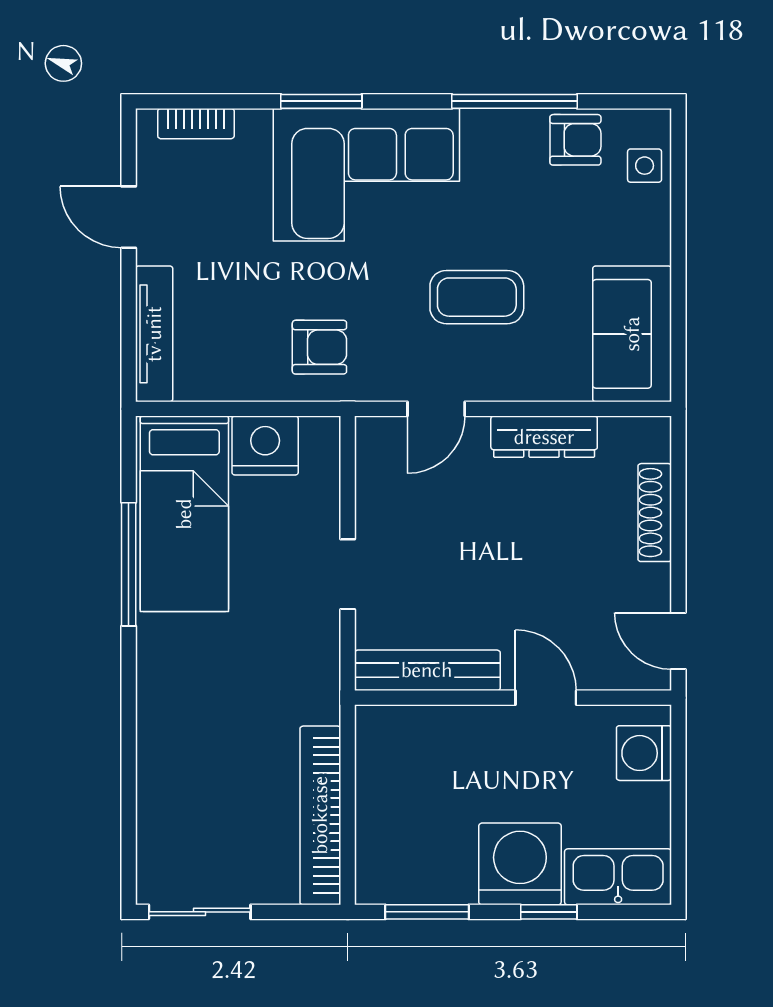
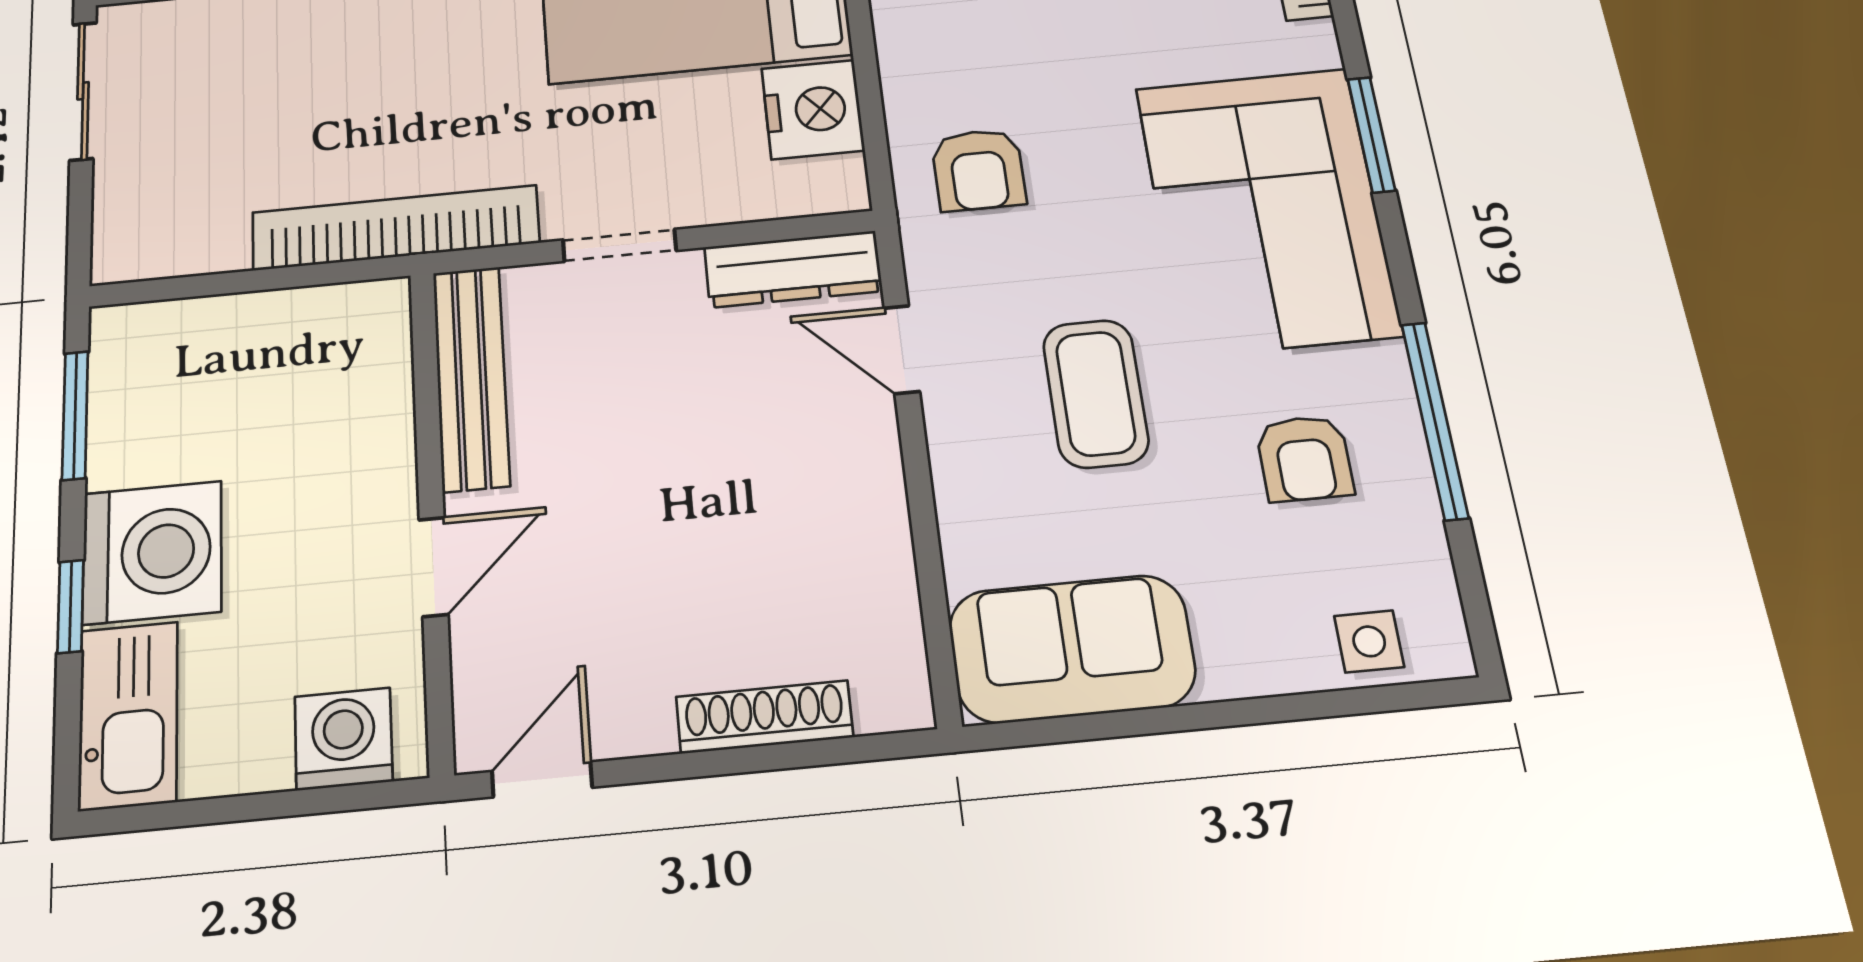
armchair: (575, 140) -> (1304, 458), moved
dresser: (544, 437) -> (793, 269), moved, turned -90
bookcase: (320, 815) -> (395, 228), moved

